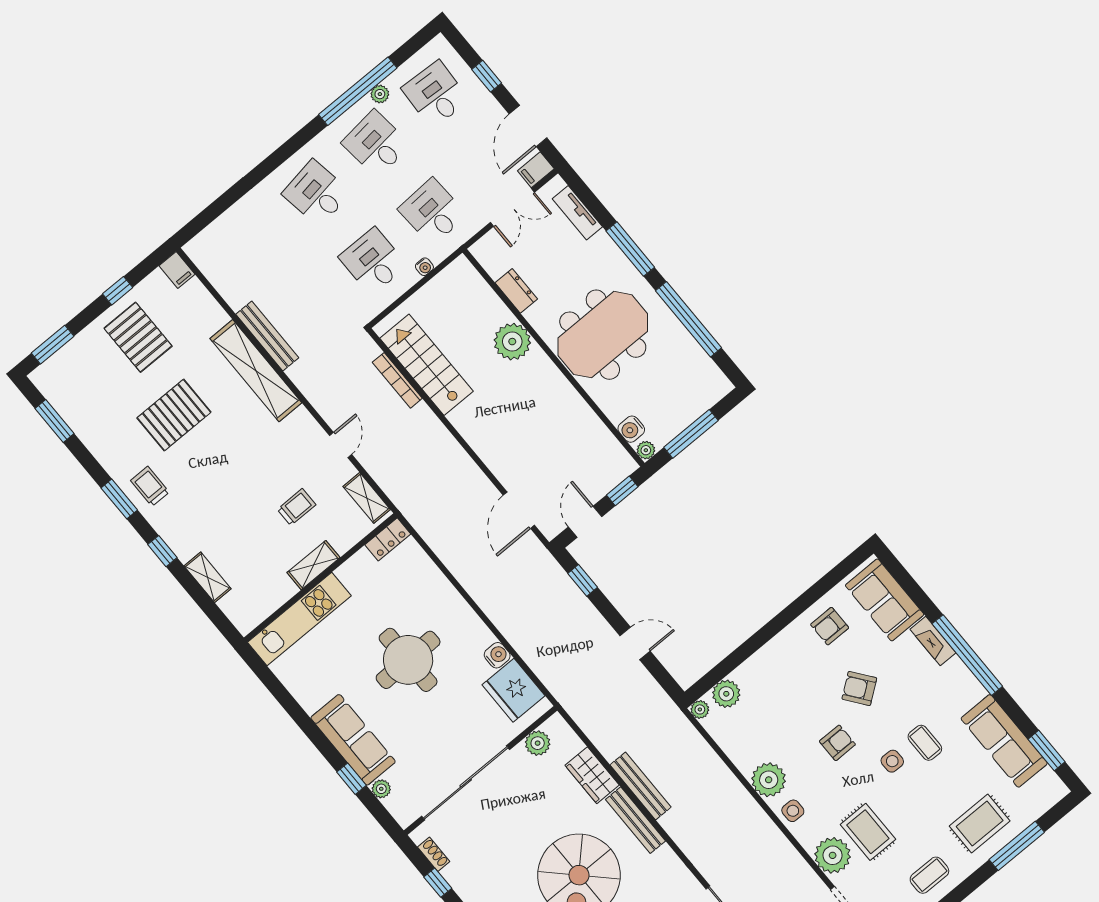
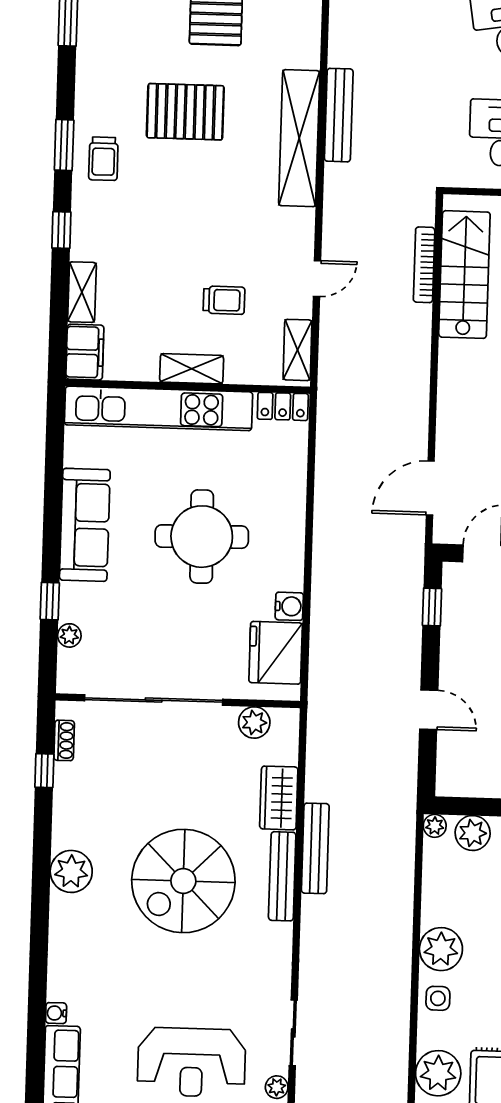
trolley: (150, 486) -> (103, 159), turned 180
filing cabinet: (241, 612) -> (85, 352), added
kitchen unit: (299, 619) -> (158, 408), width x1.36
sofa: (353, 740) -> (85, 525), moved

